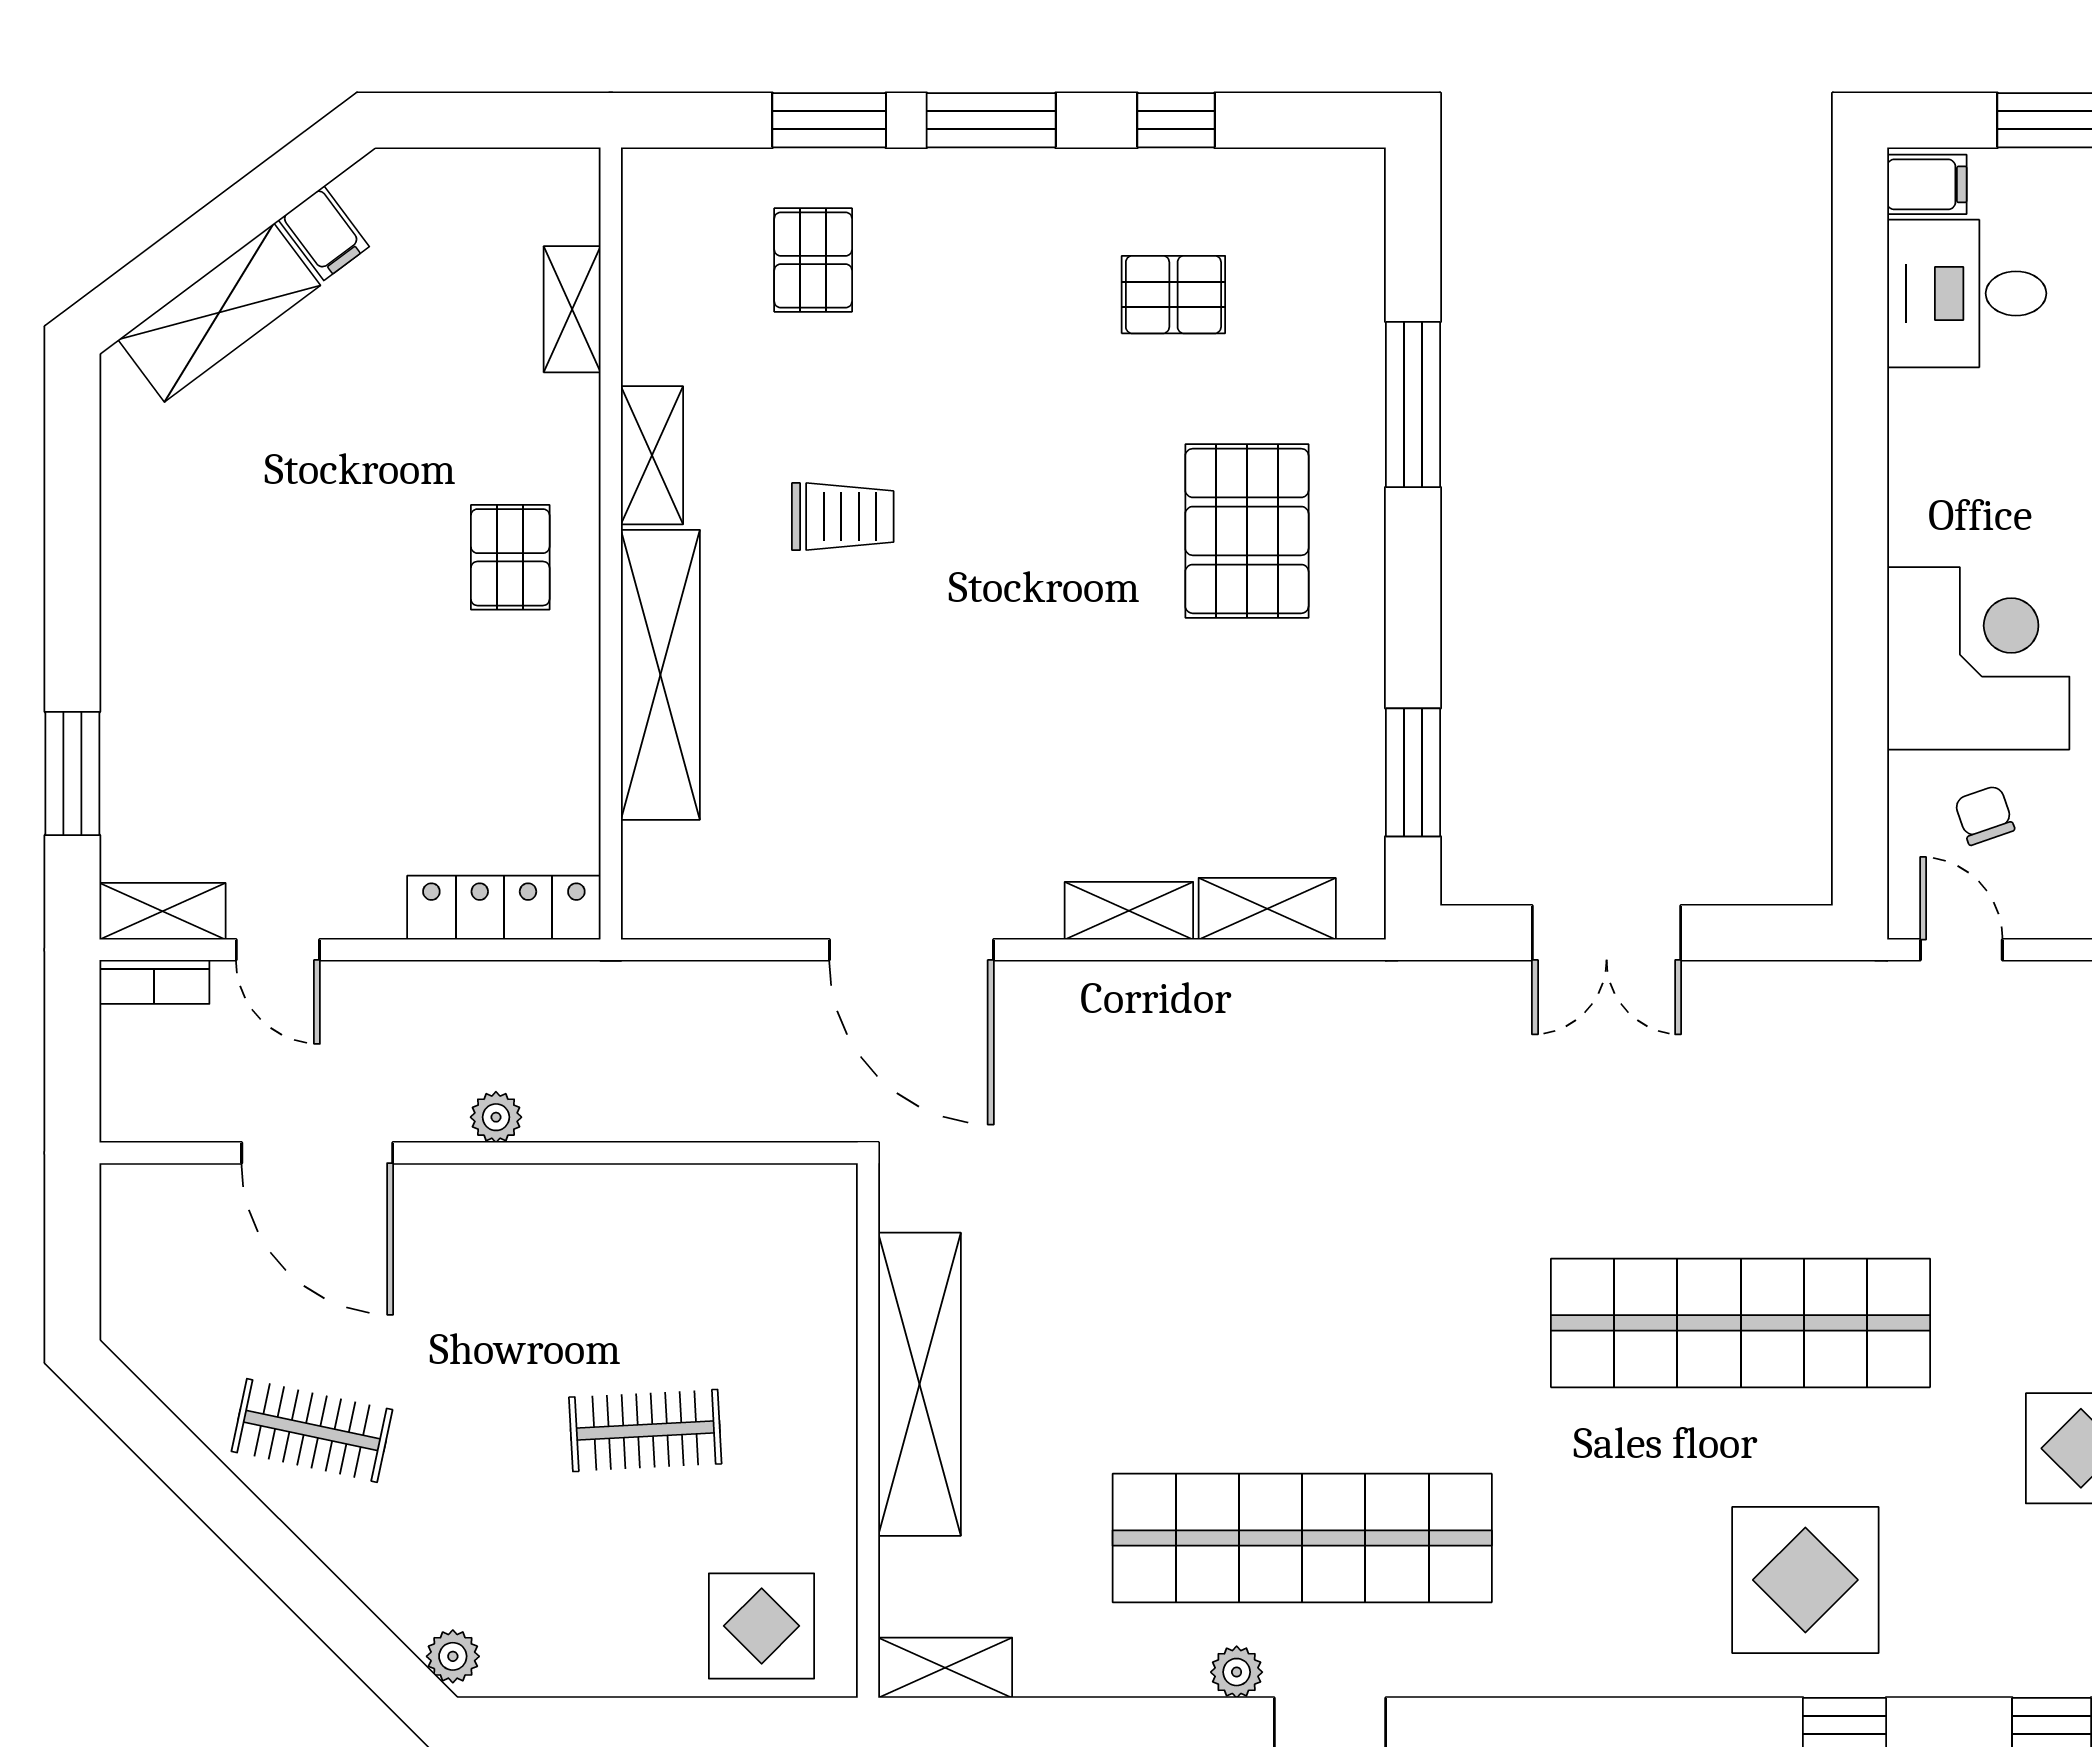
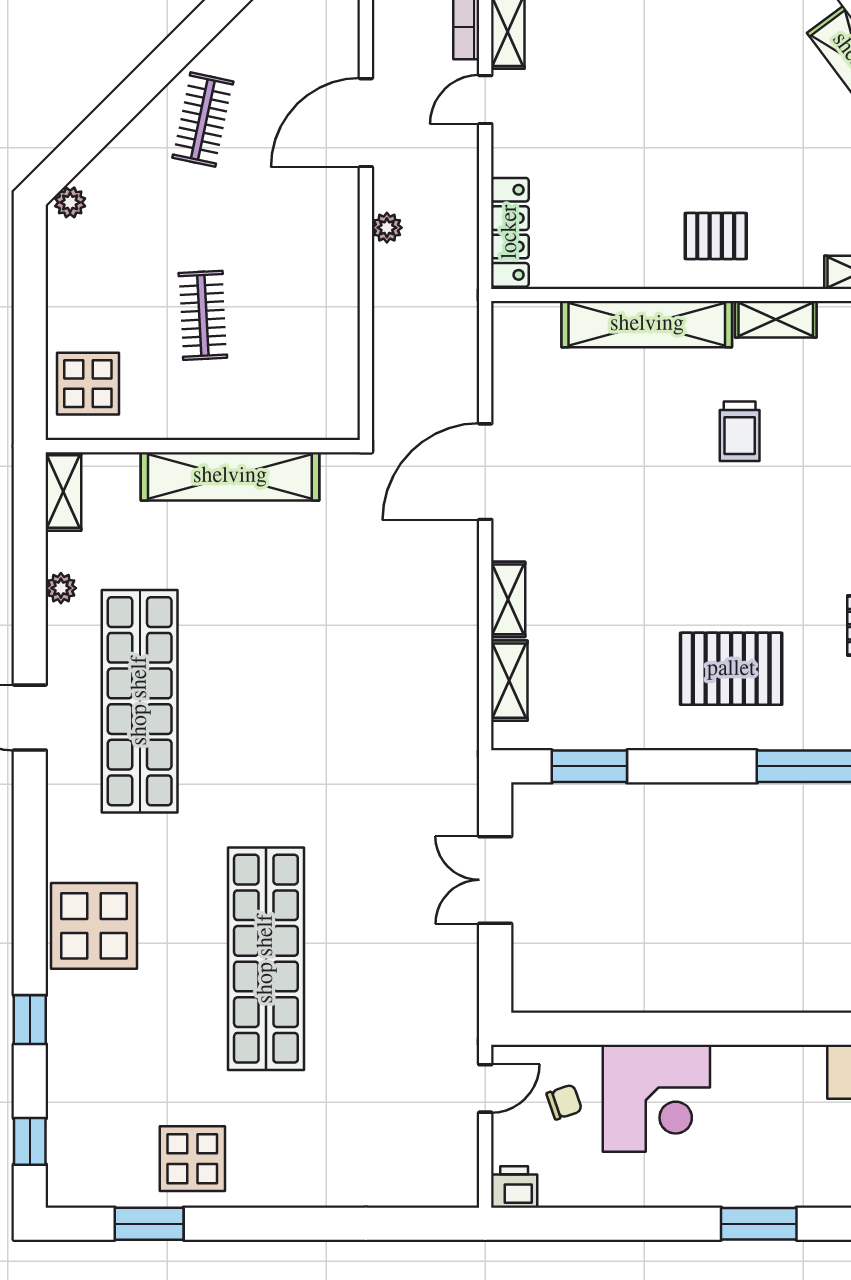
display table: (1805, 1580) -> (94, 926), moved
plant: (1237, 1672) -> (61, 588), moved

